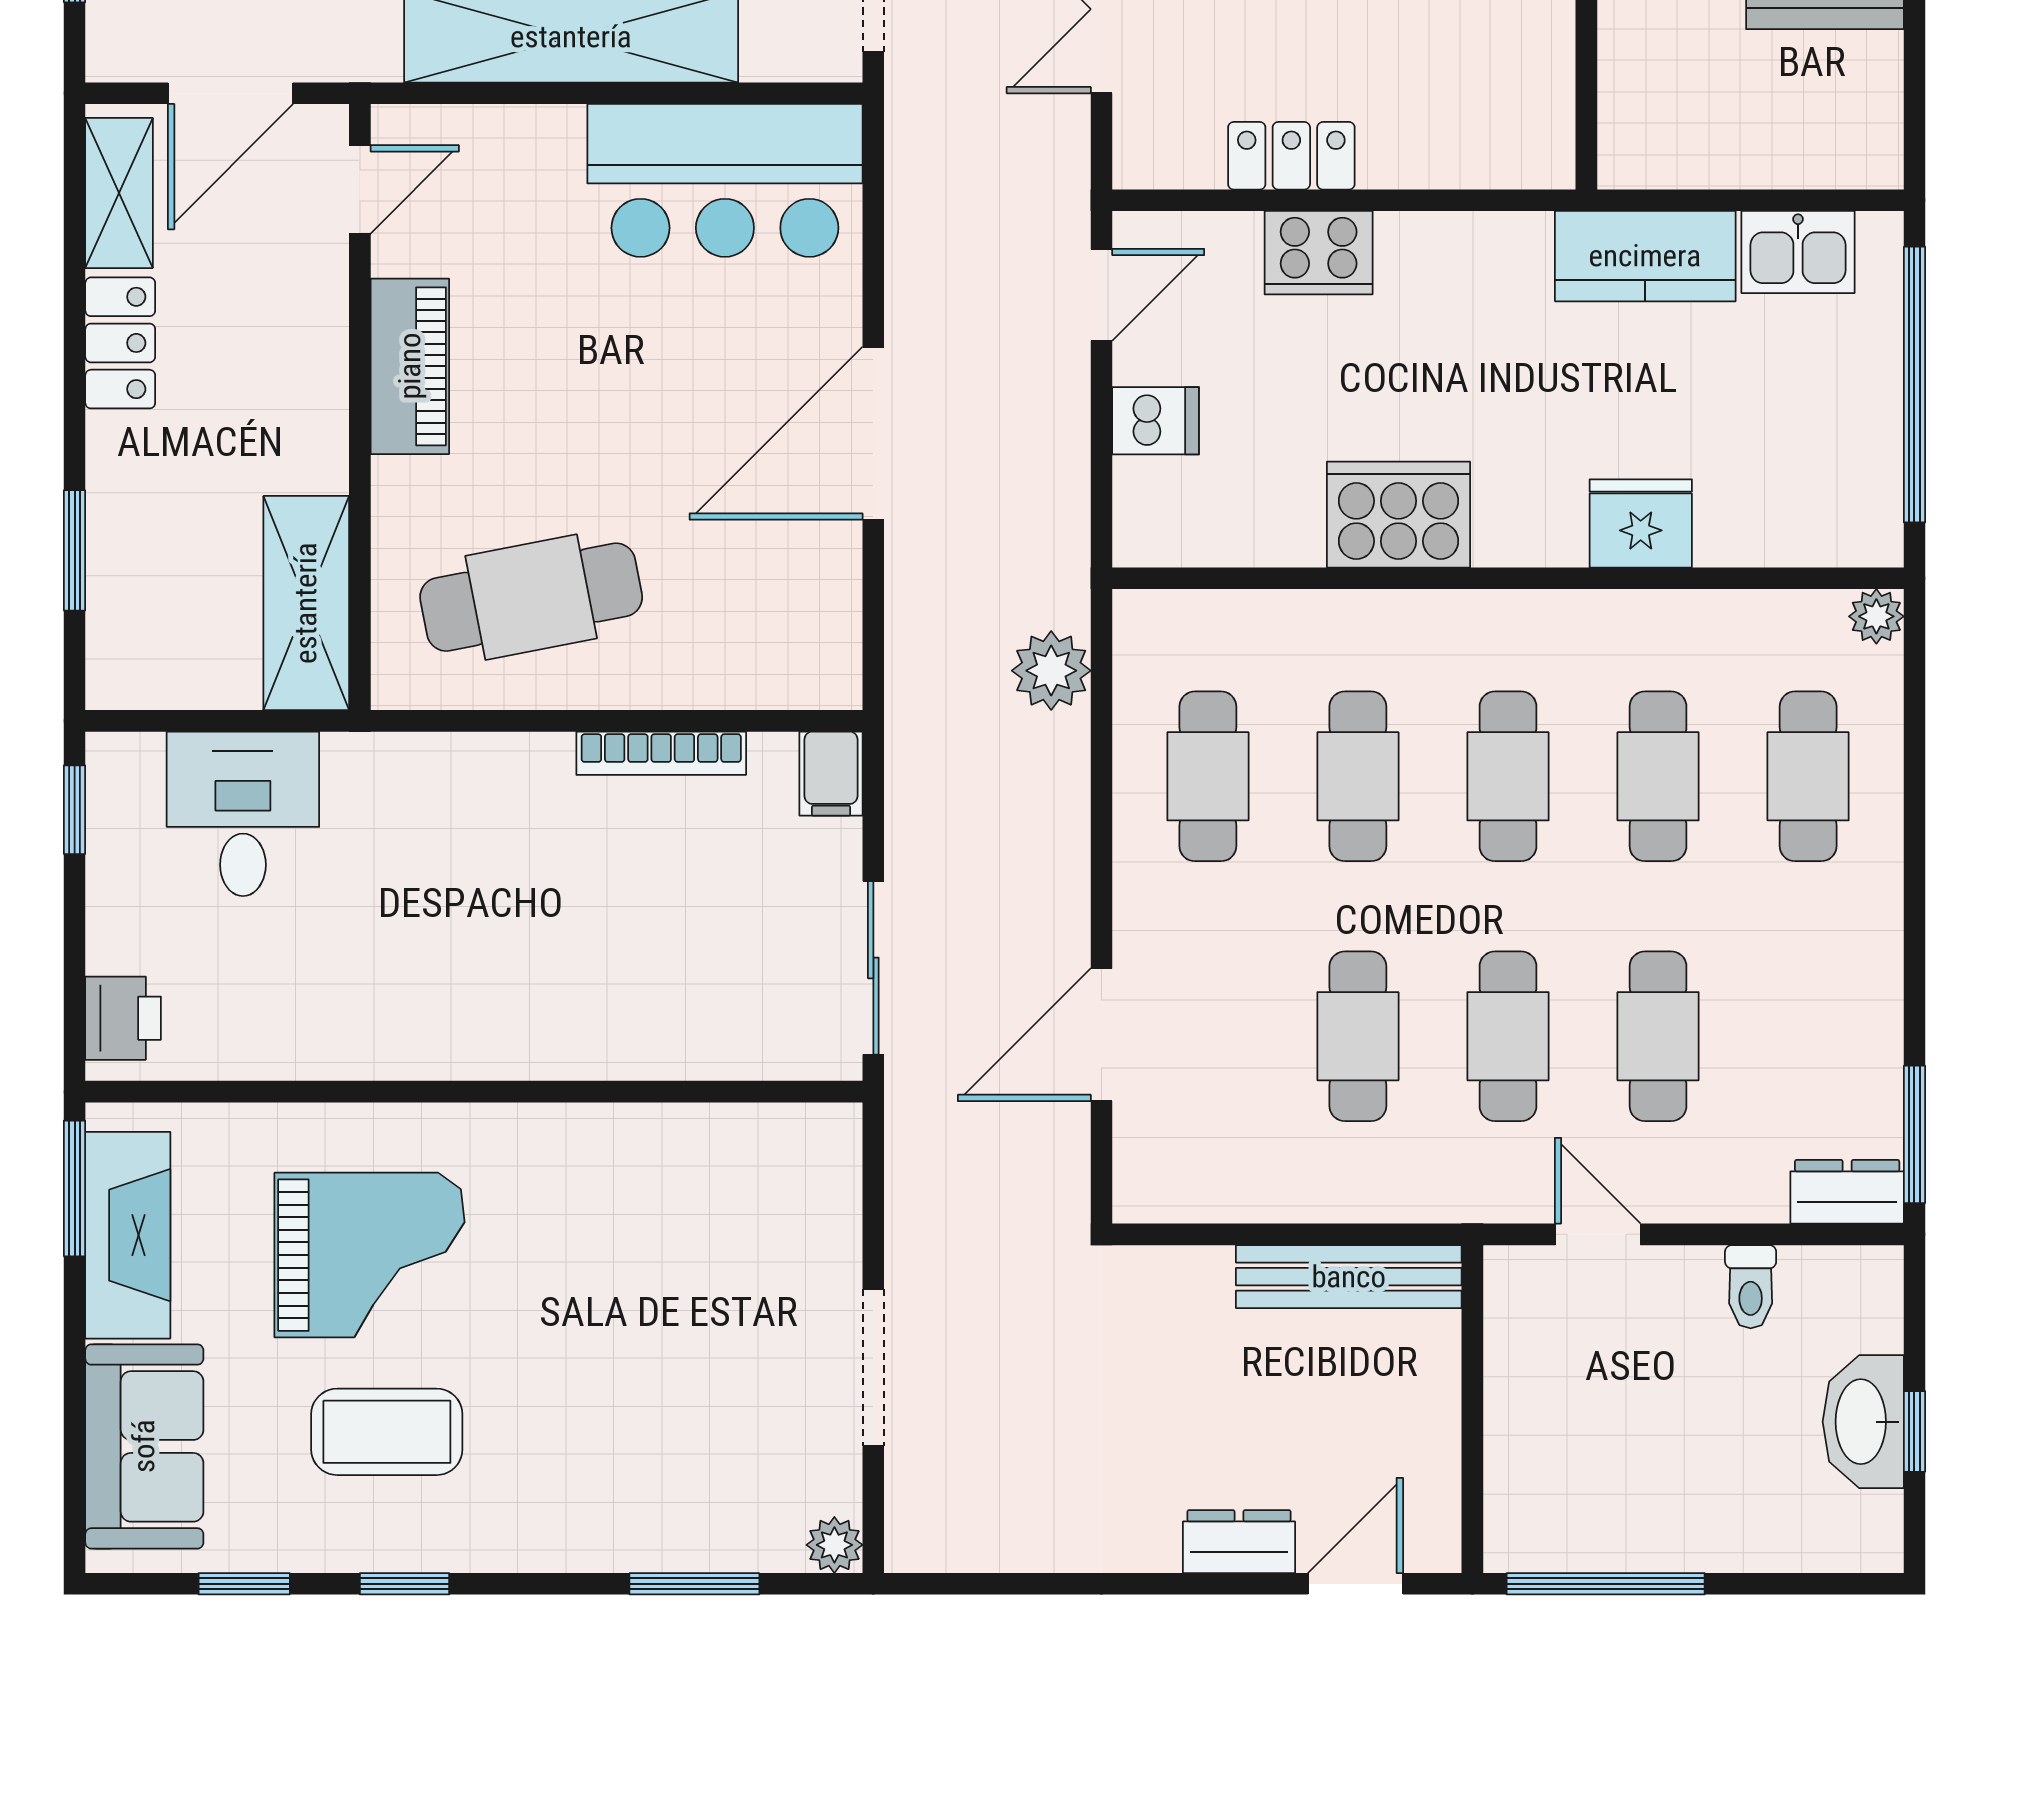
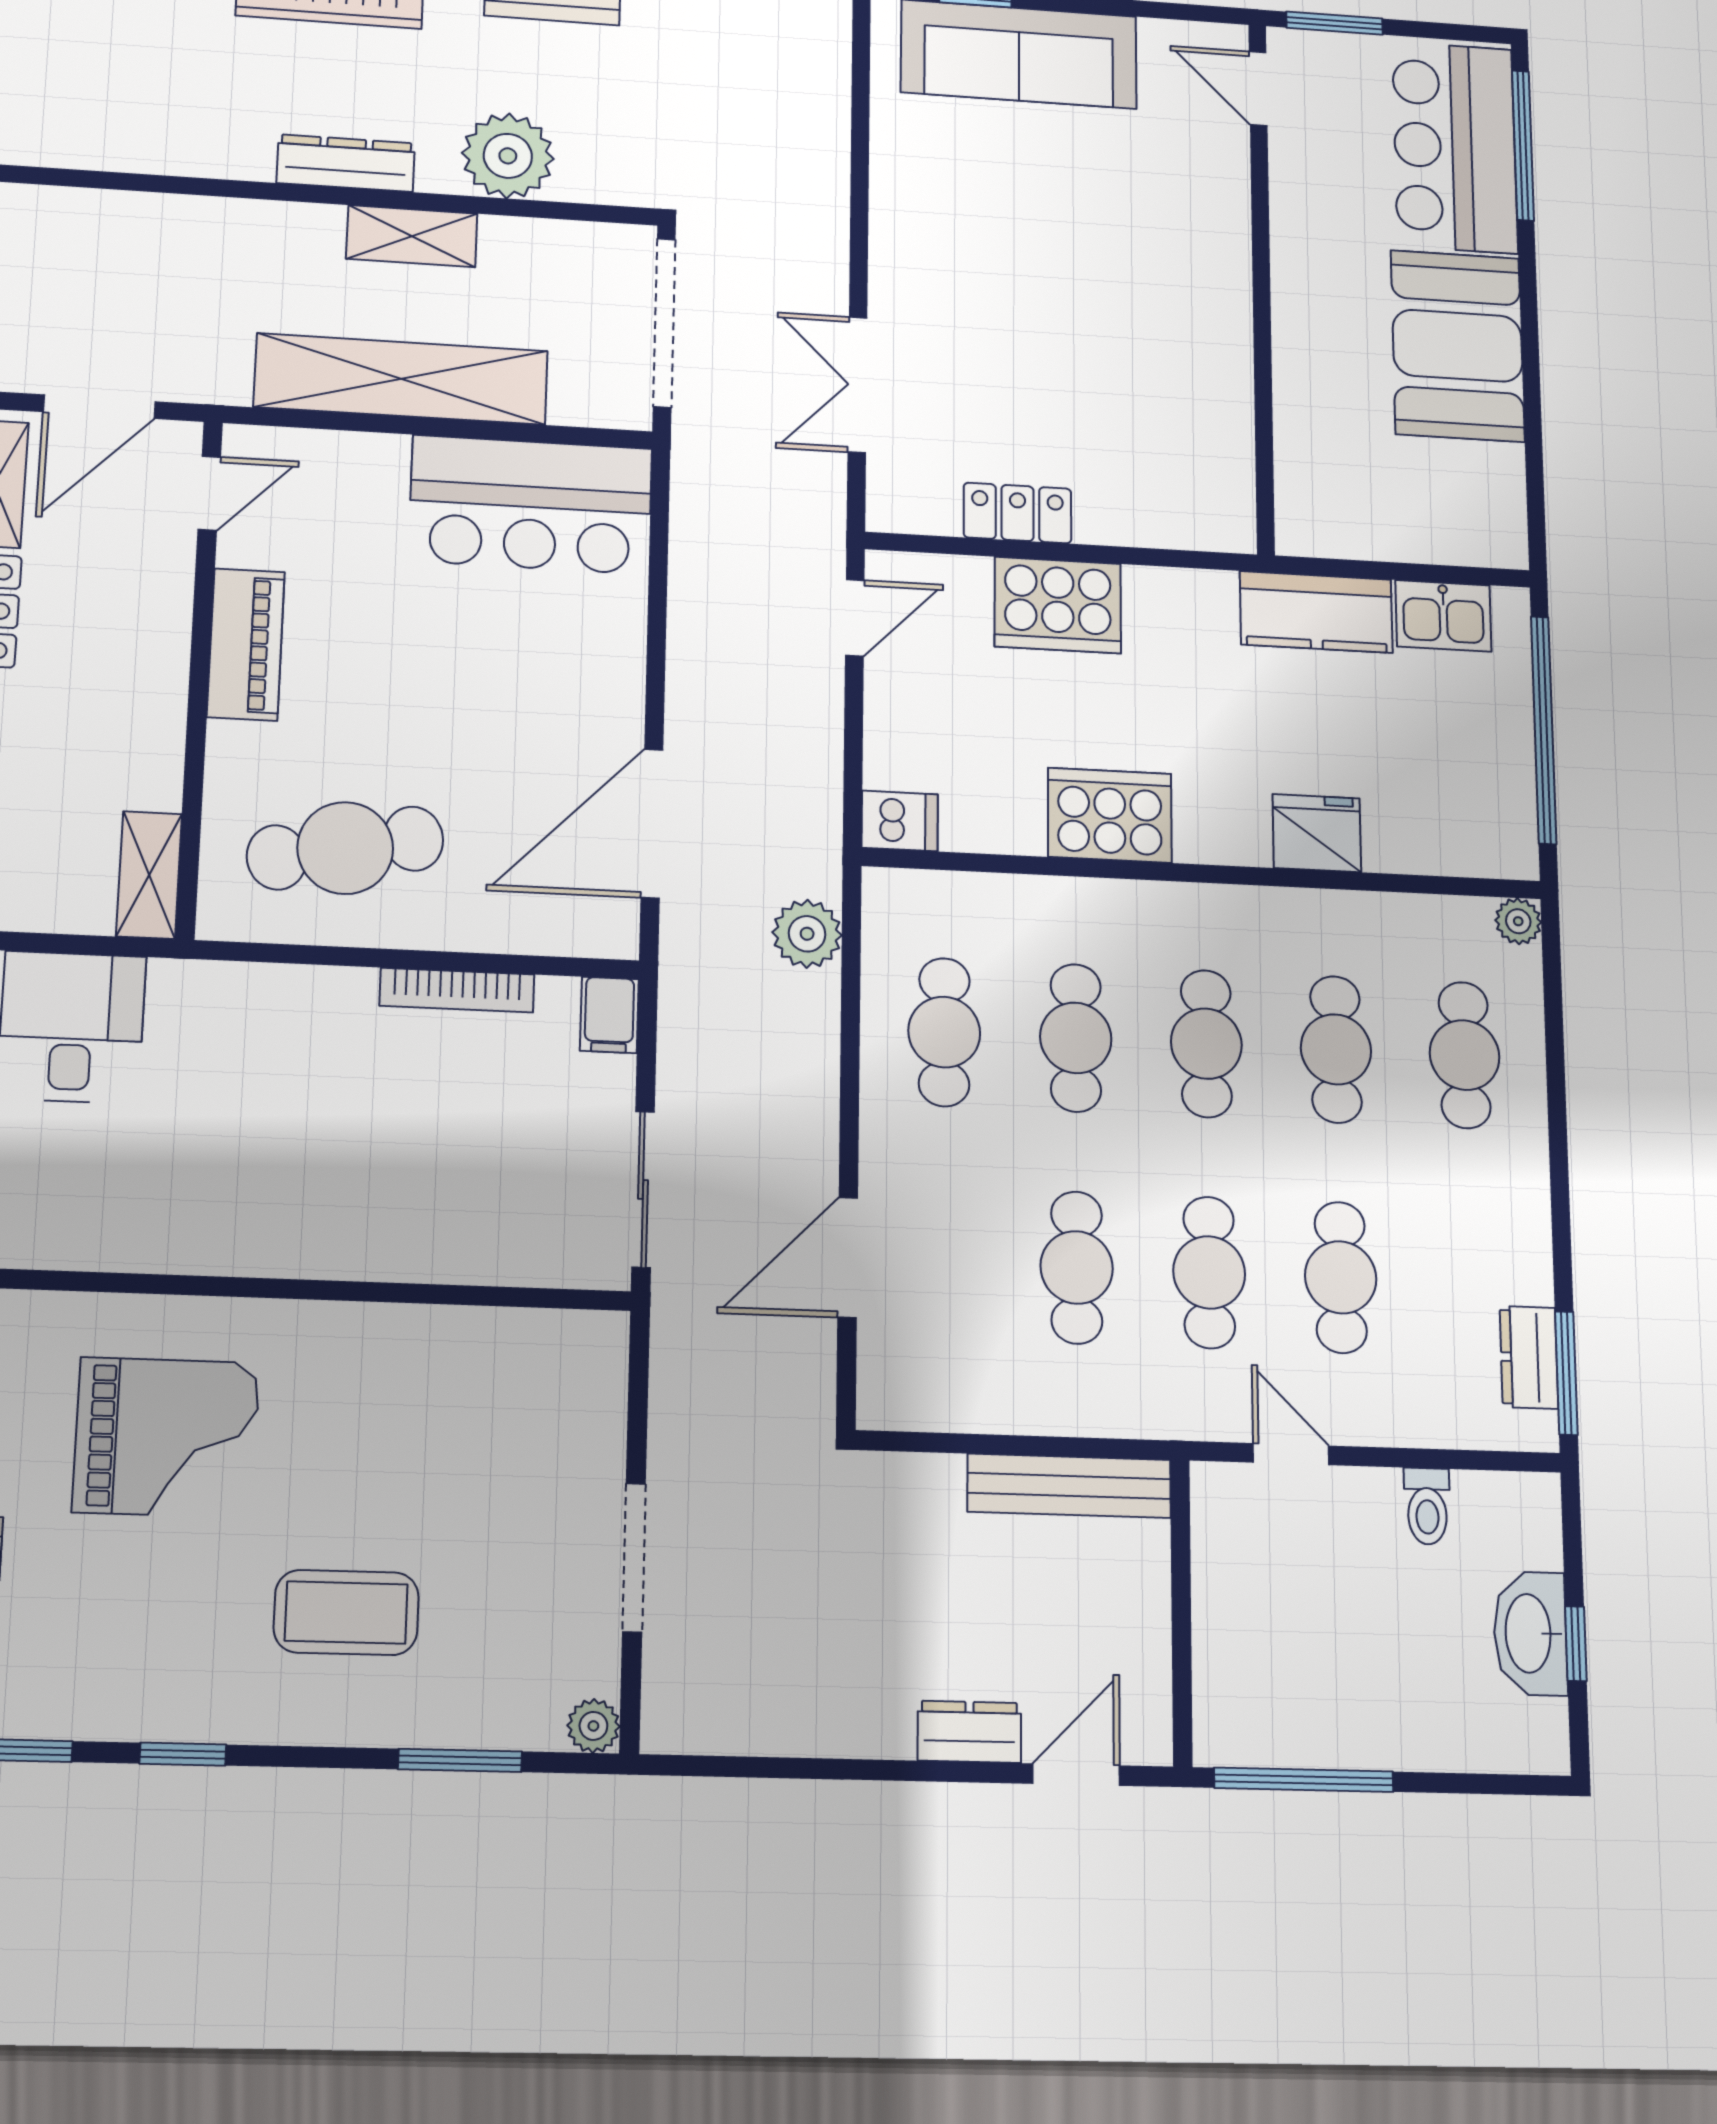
cooker: (1319, 253) -> (1058, 605), width x1.37, depth x1.31
dishwasher: (1156, 421) -> (900, 821), moved
door: (873, 433) -> (652, 824), moved
shelving: (306, 603) -> (149, 875), width x0.67, depth x0.75
dresser: (1847, 1192) -> (1529, 1357), moved, turned -90
coffee table: (387, 1432) -> (346, 1612), moved

